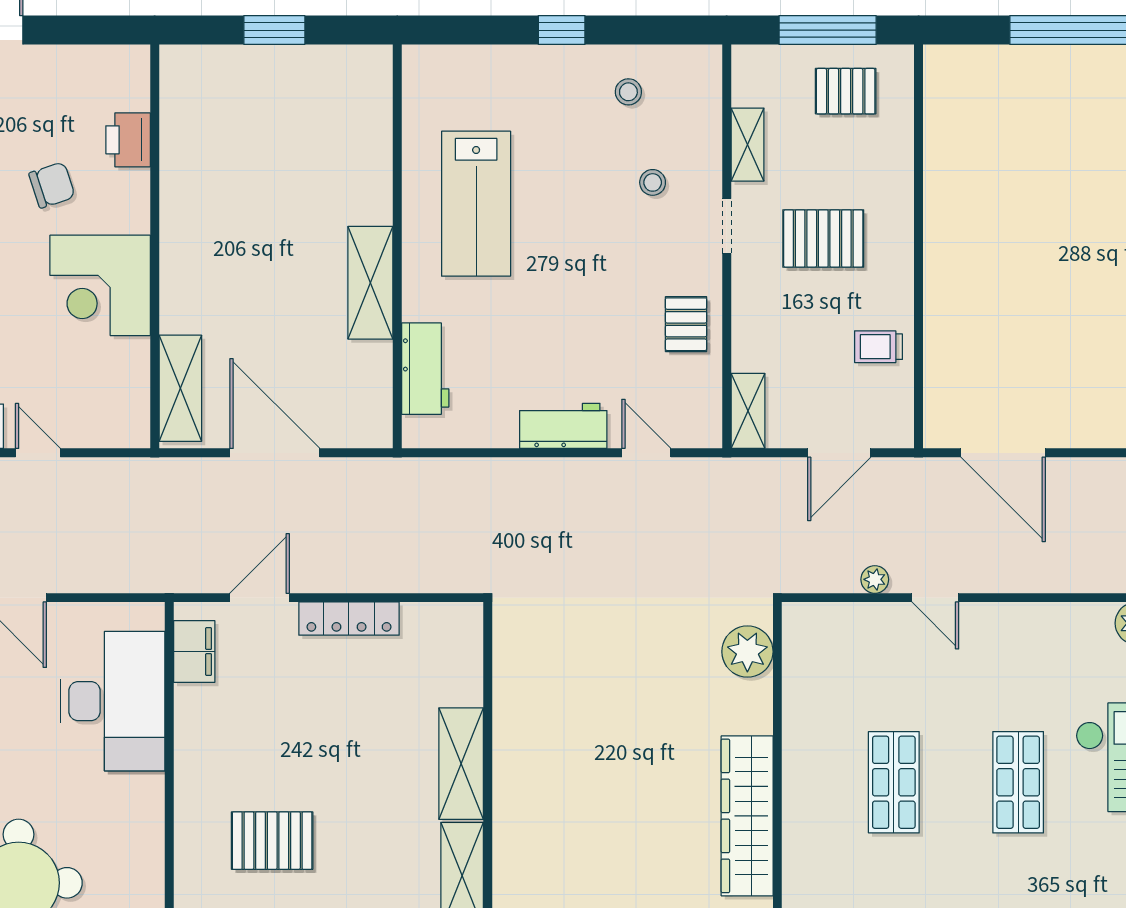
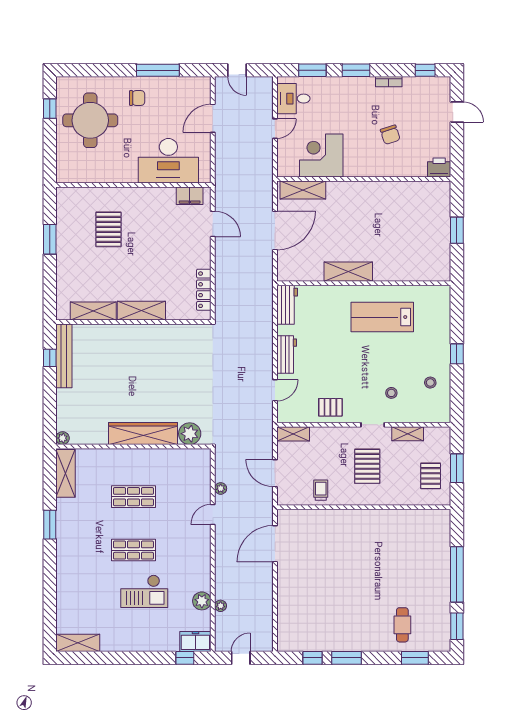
window: (828, 30) -> (457, 468), width x0.69
printer: (128, 140) -> (439, 167), moved
corner desk: (100, 285) -> (321, 155), moved
workbench: (425, 369) -> (287, 305), moved, turned -90
locker: (349, 619) -> (204, 290), moved
wardrobe: (747, 816) -> (143, 434), moved

